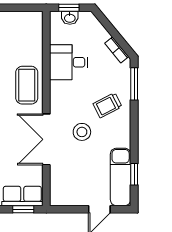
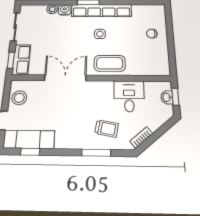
window: (134, 84) -> (96, 153), moved
trolley: (108, 105) -> (107, 128), moved, turned 127
stool: (82, 132) -> (19, 98), moved

